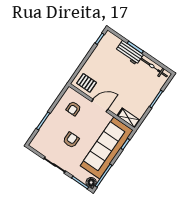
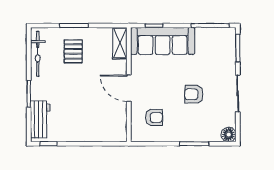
workbench: (129, 53) -> (40, 120), moved
pallet: (87, 83) -> (73, 51), moved
sofa: (107, 148) -> (163, 41), width x0.74, depth x0.79
floor lamp: (91, 182) -> (229, 134), moved

